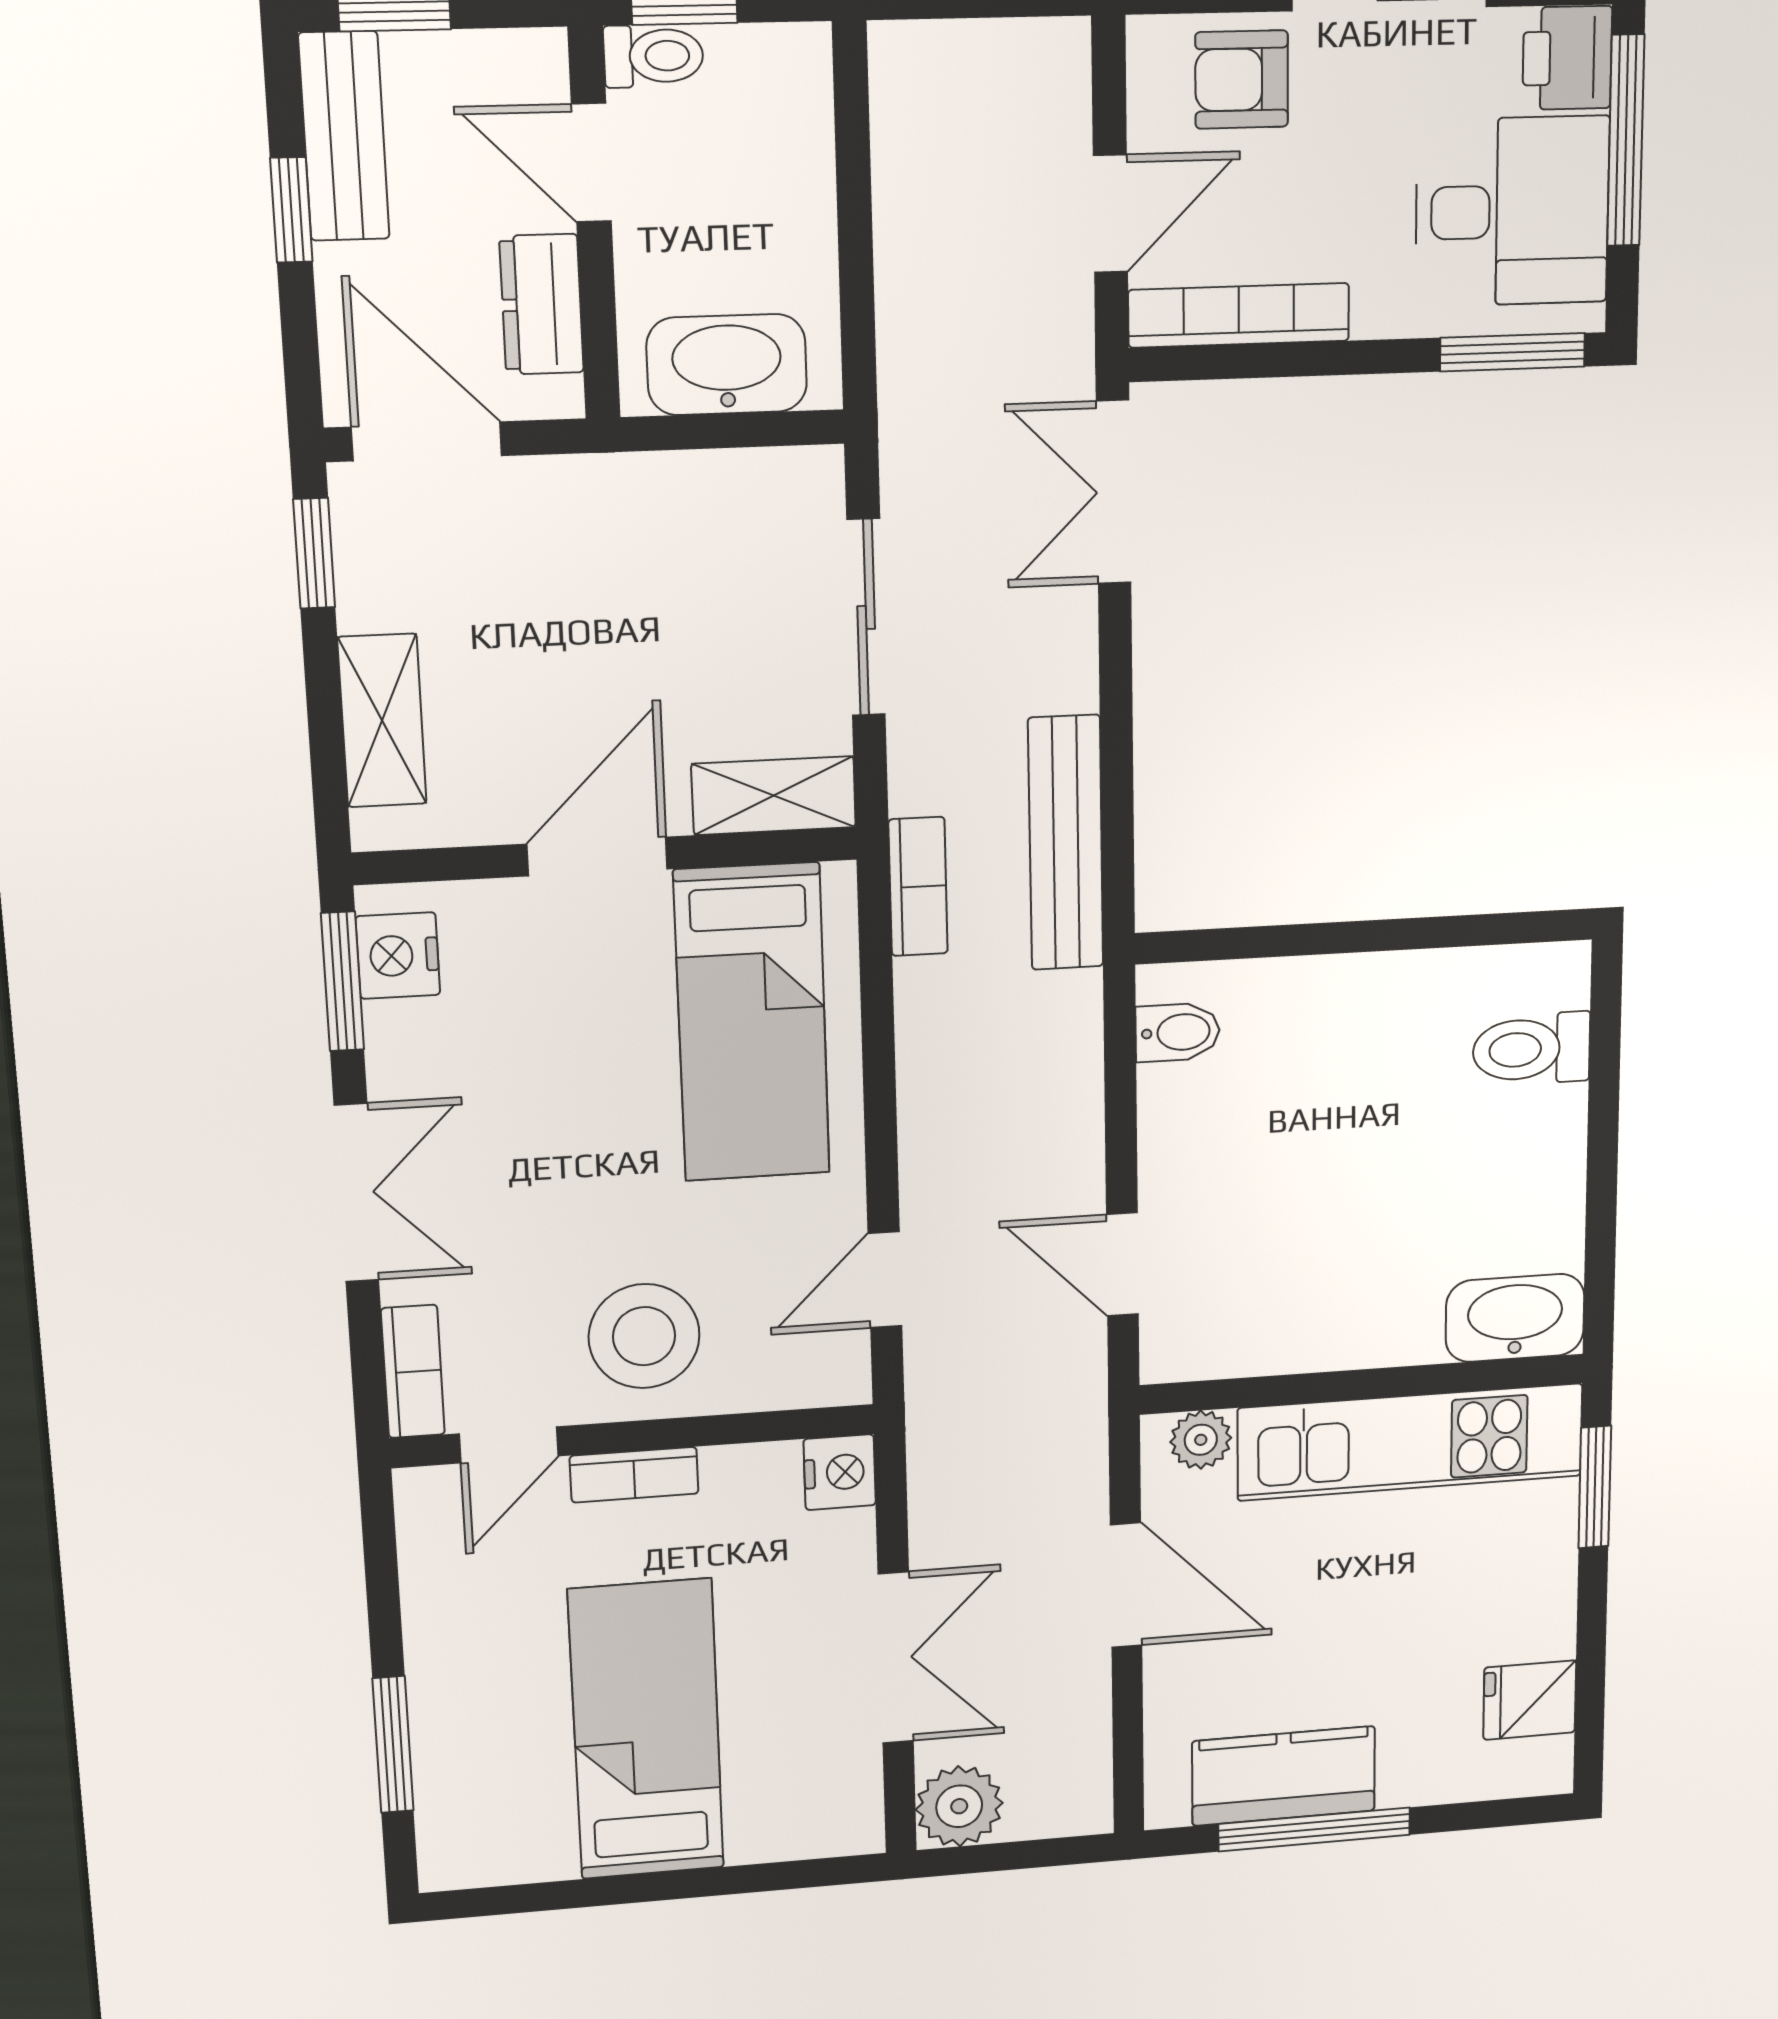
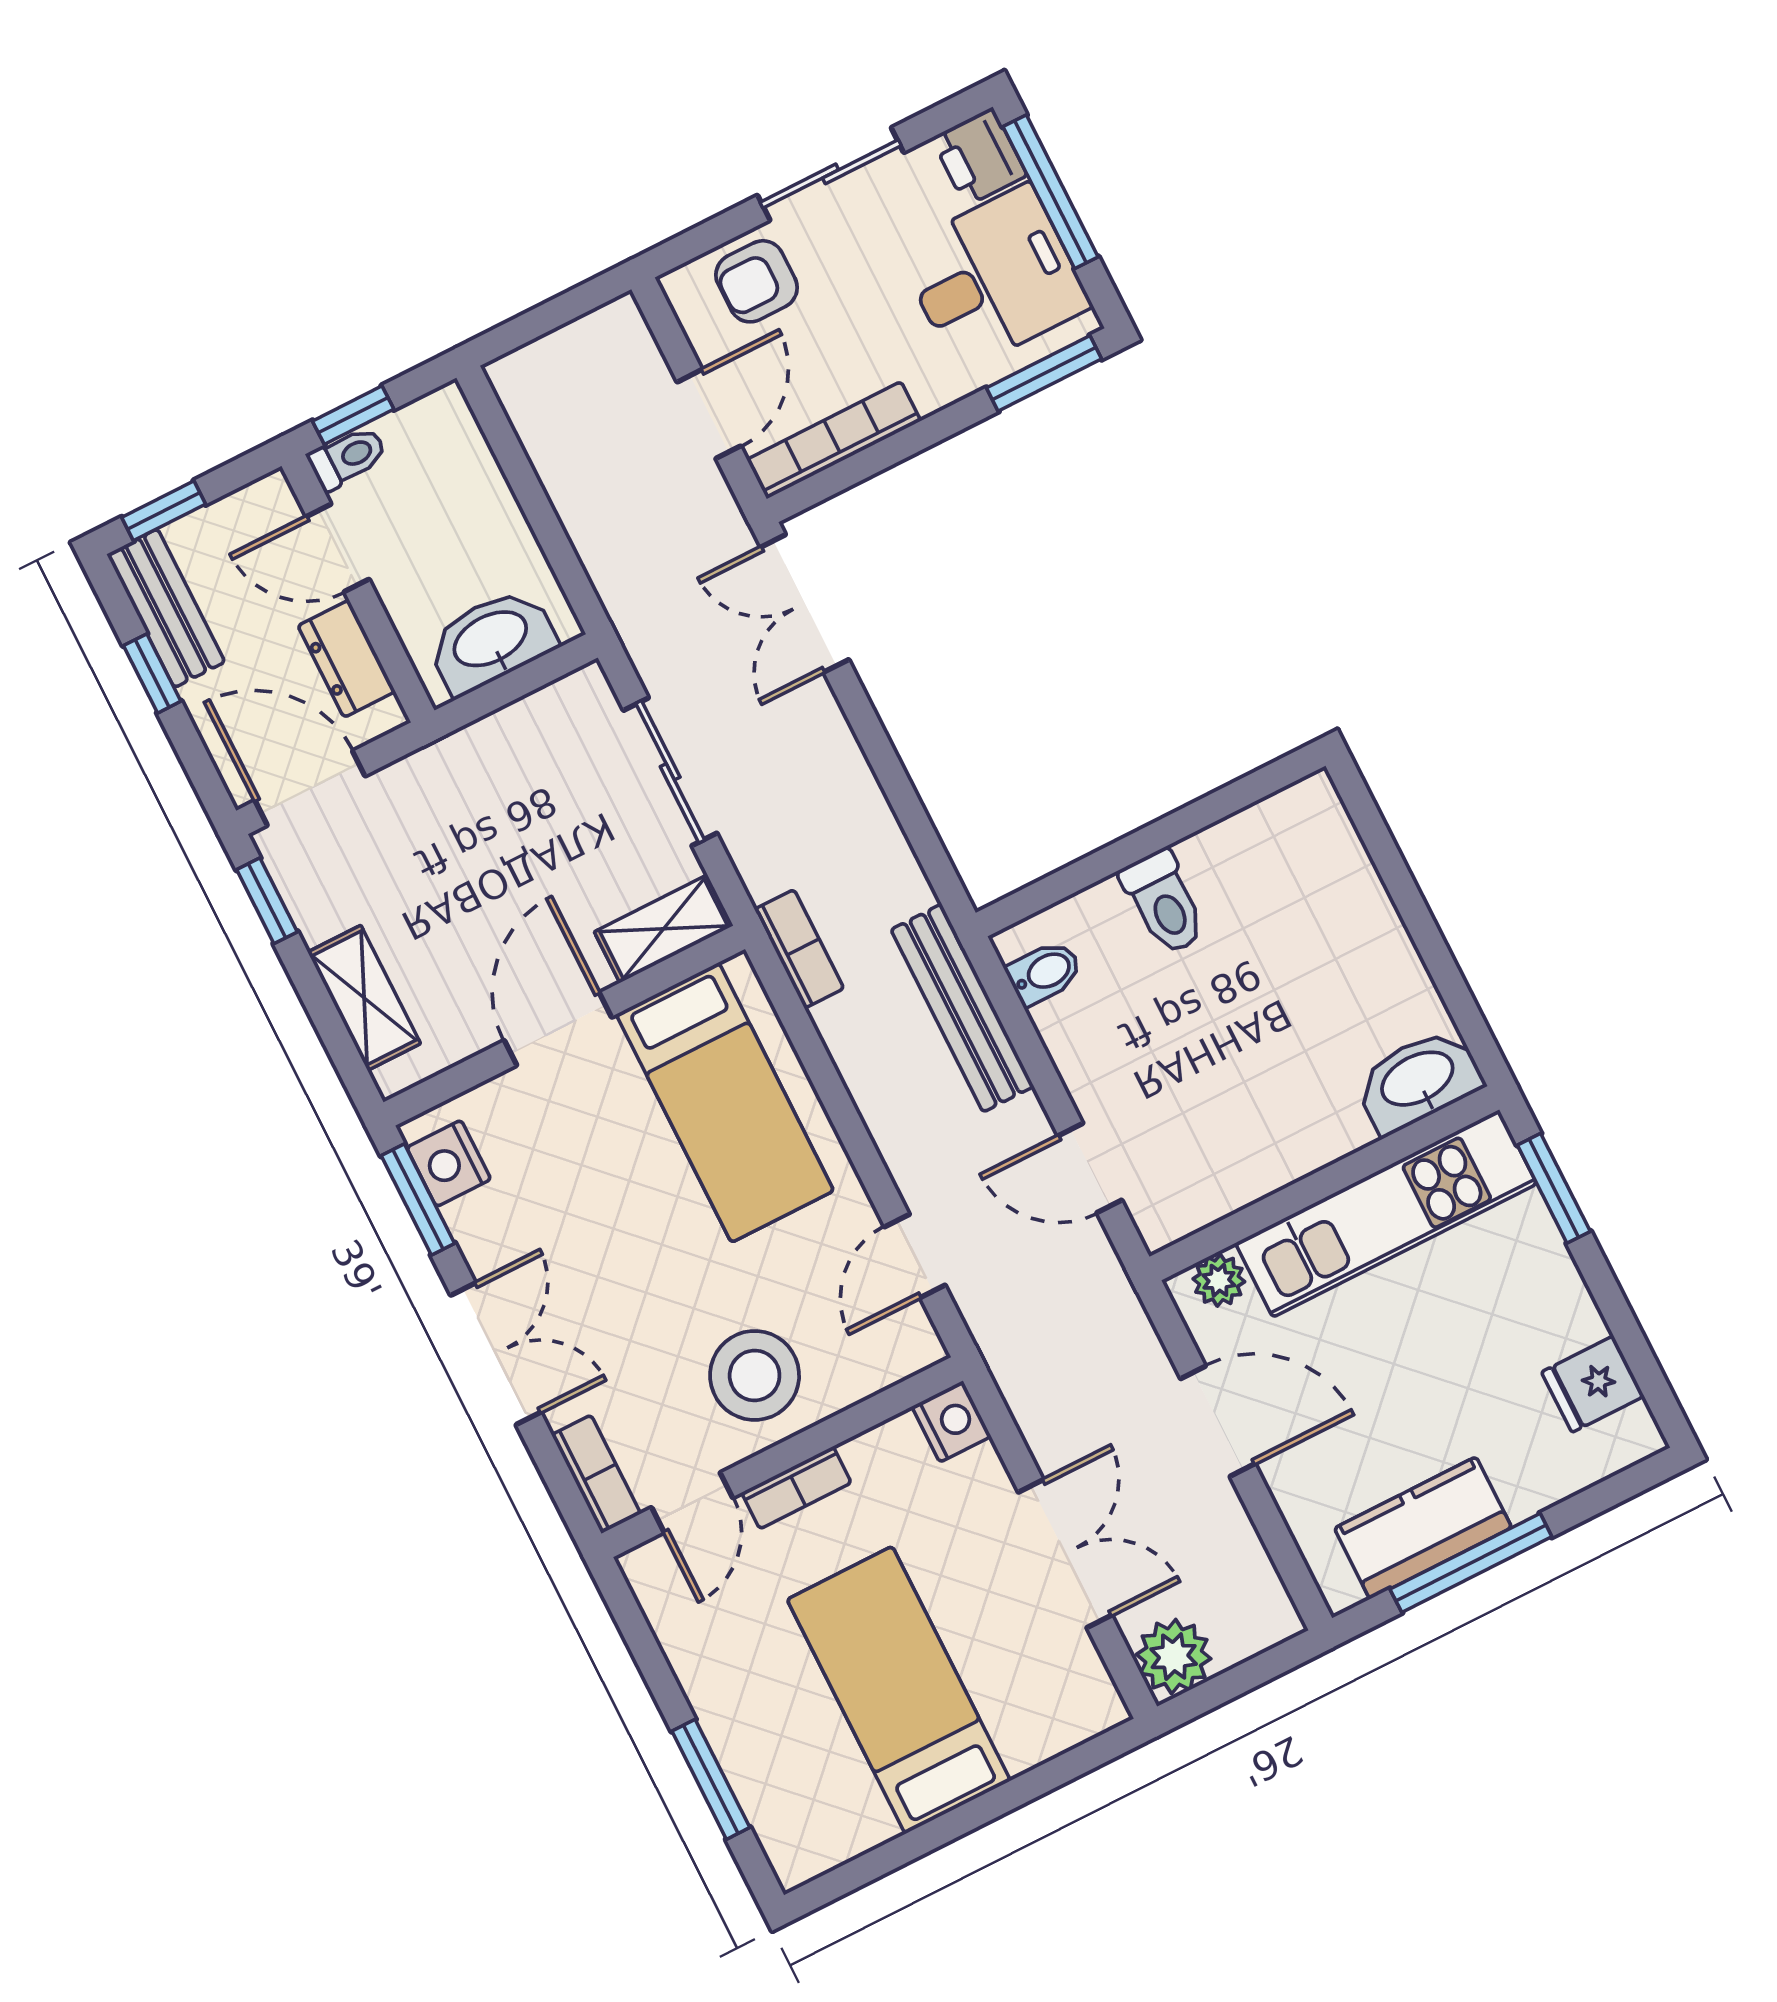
bench: (1066, 843) -> (962, 1008), moved
toilet: (1532, 1049) -> (1164, 902), moved, turned -90

